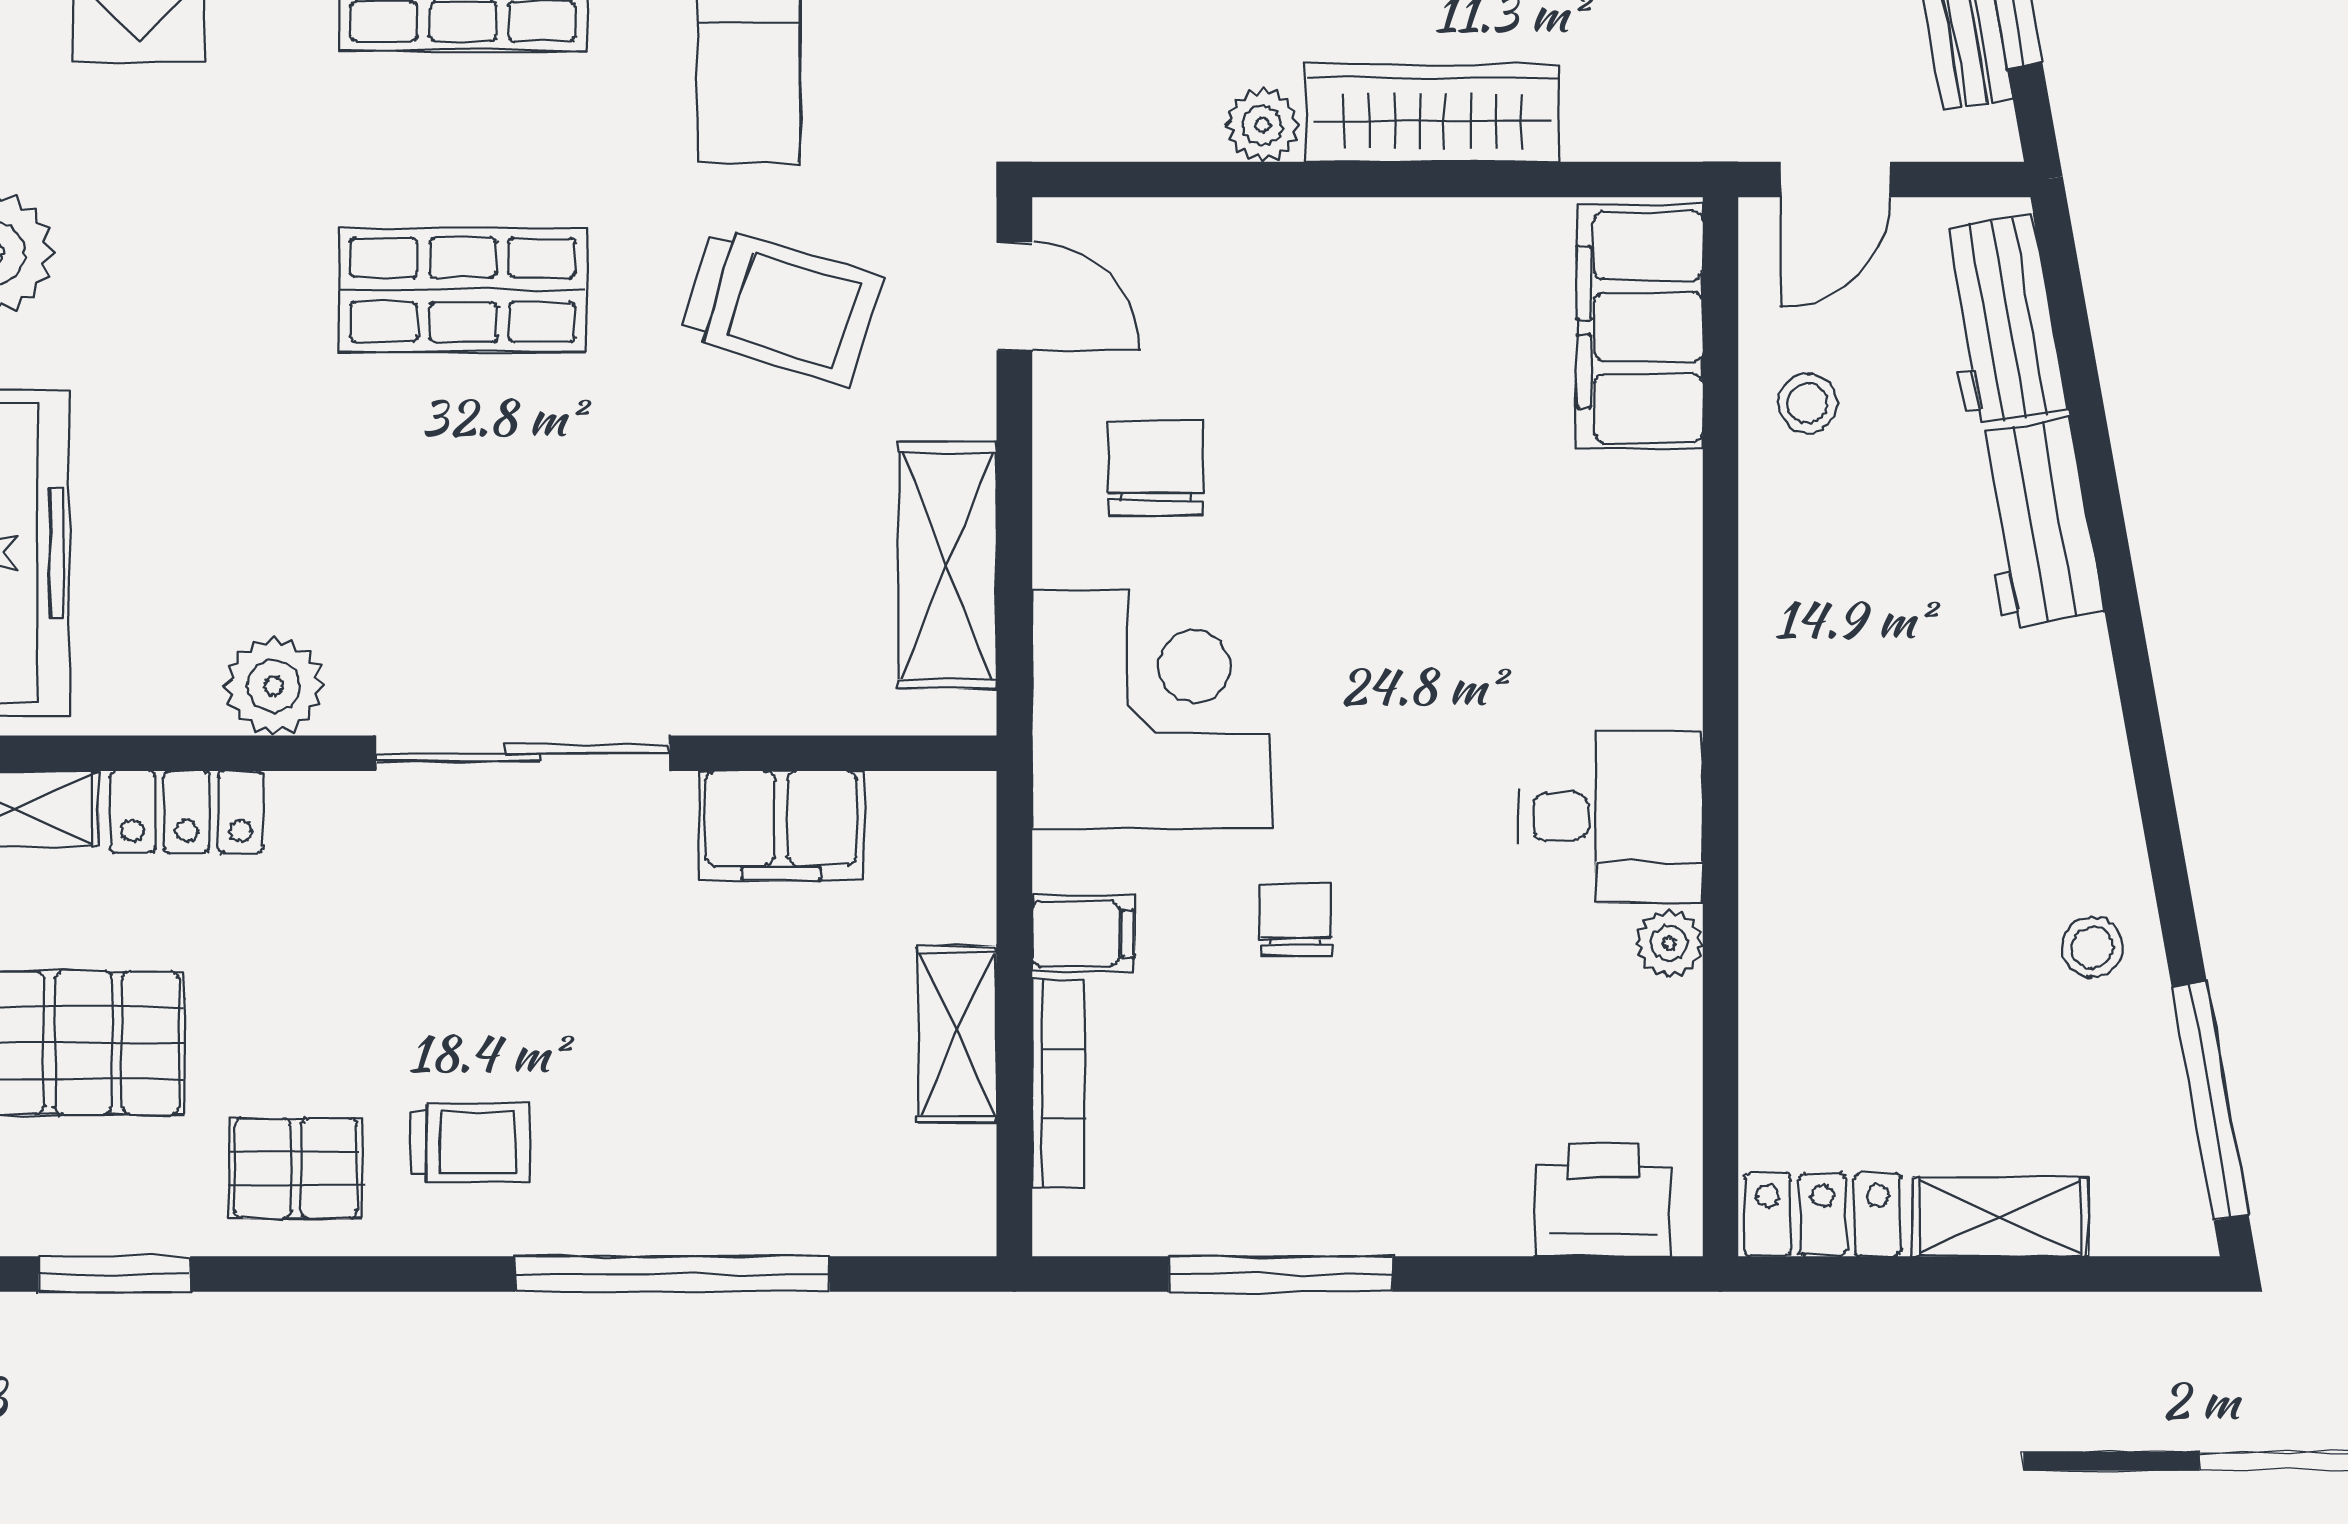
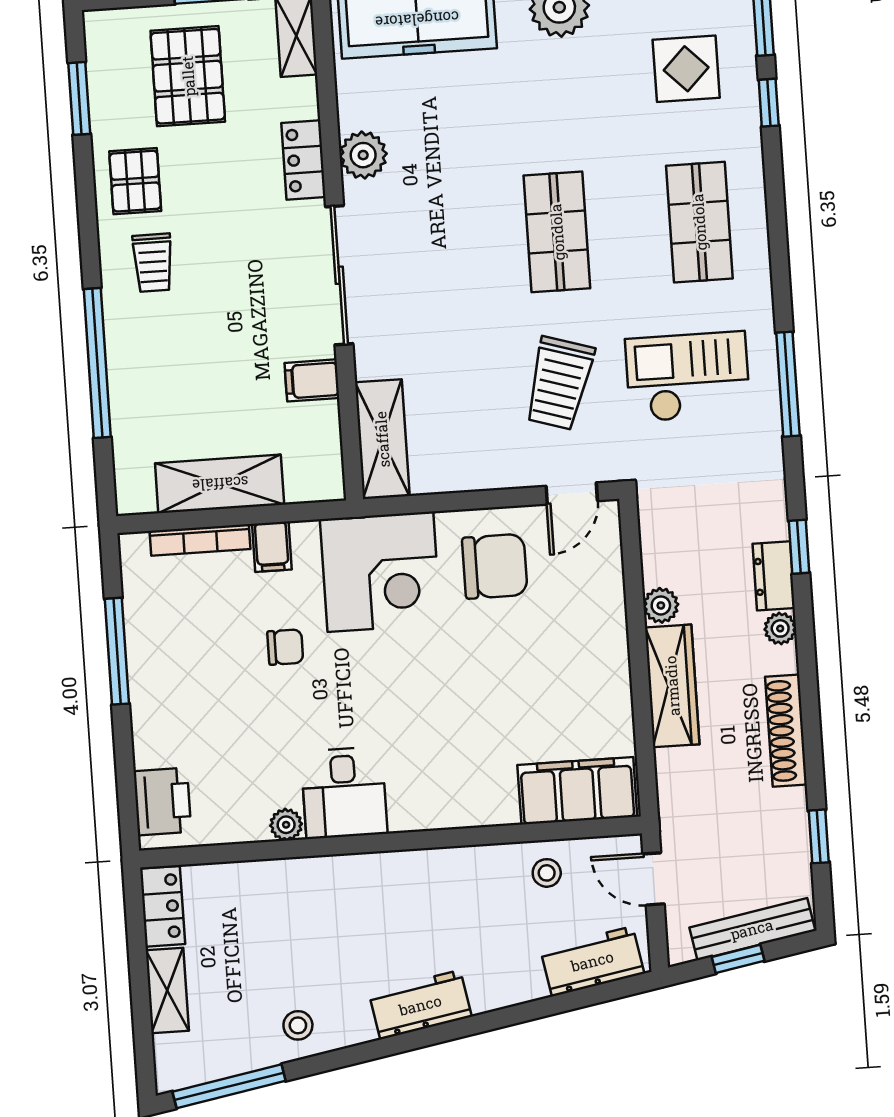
chair: (1156, 468) -> (495, 566), width x1.37, depth x1.37
workbench: (2037, 523) -> (420, 1005), moved
shelving: (947, 565) -> (382, 439), moved, turned 90
locker: (187, 812) -> (303, 160), moved
filing cabinet: (781, 826) -> (312, 380), width x0.50
shelving: (957, 1034) -> (220, 484), width x1.50, depth x1.33

